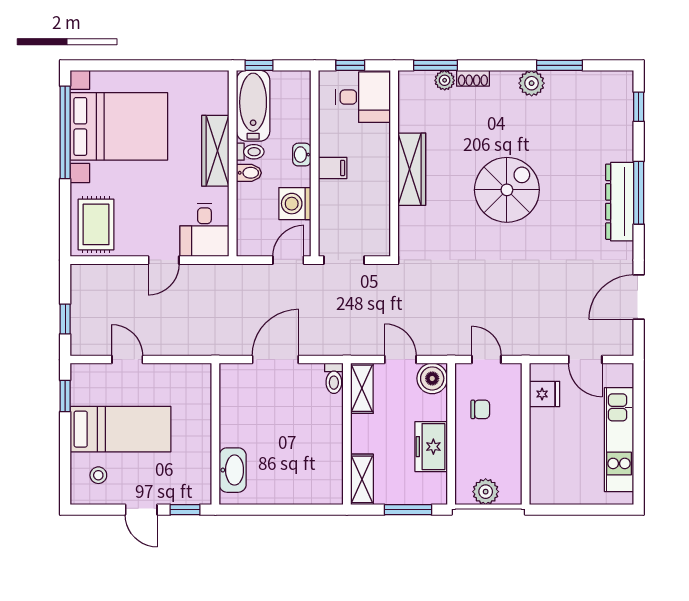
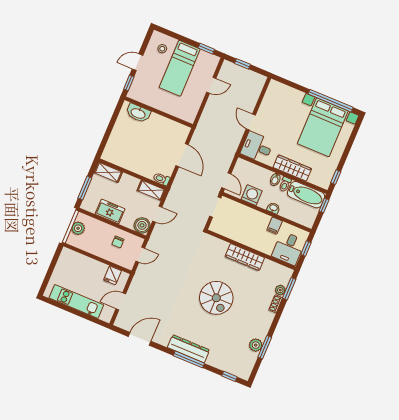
window: (199, 65) -> (336, 177), added
plant: (532, 83) -> (256, 345), moved
filing cabinet: (333, 168) -> (275, 226), moved
rug: (96, 224) -> (281, 97), removed
door: (639, 297) -> (140, 339), hinge flipped

